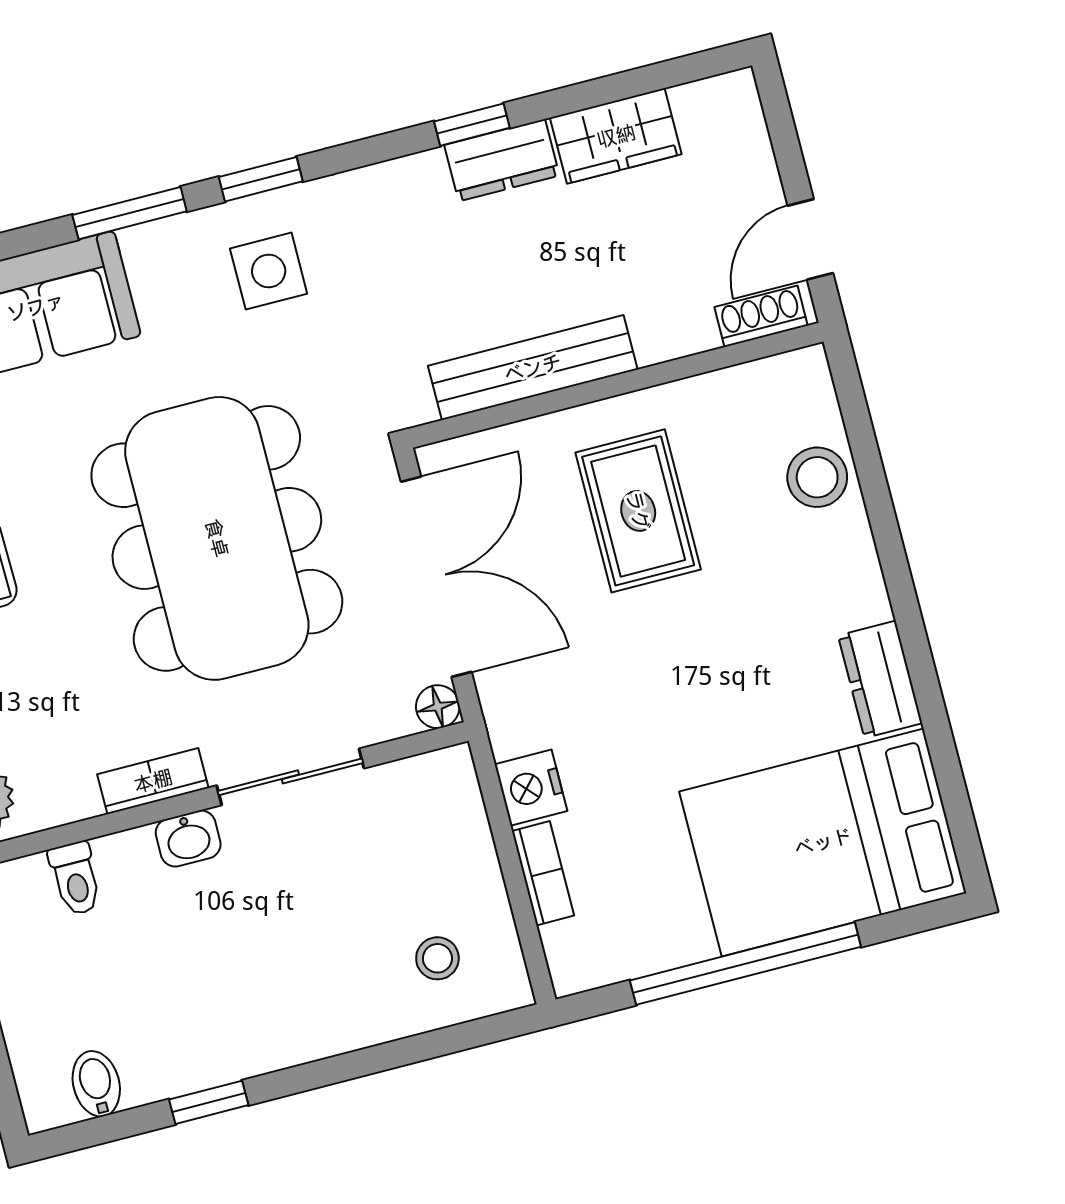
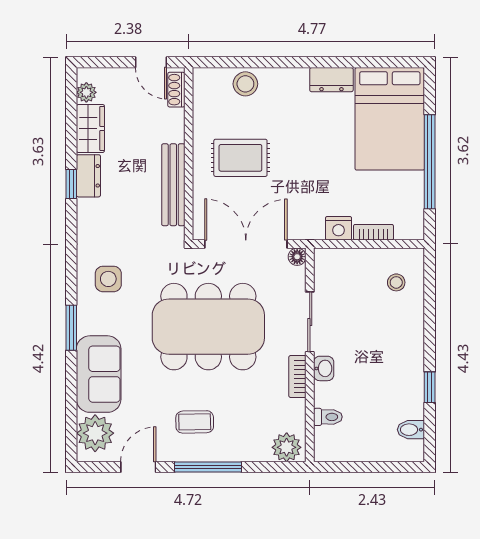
plant: (699, 104) -> (86, 92), added
window: (261, 179) -> (71, 273), removed

